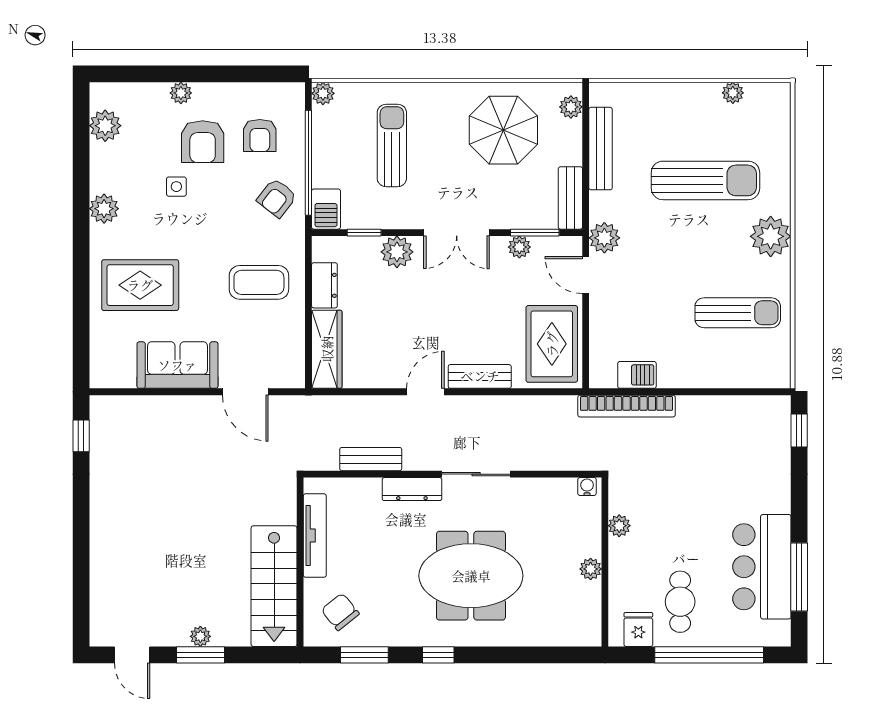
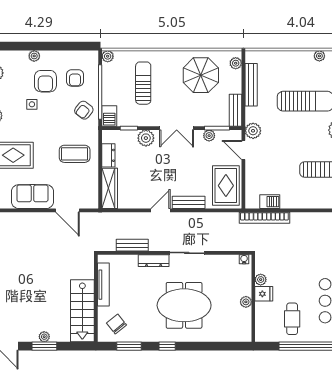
fridge: (638, 629) -> (264, 294), moved, turned 90

